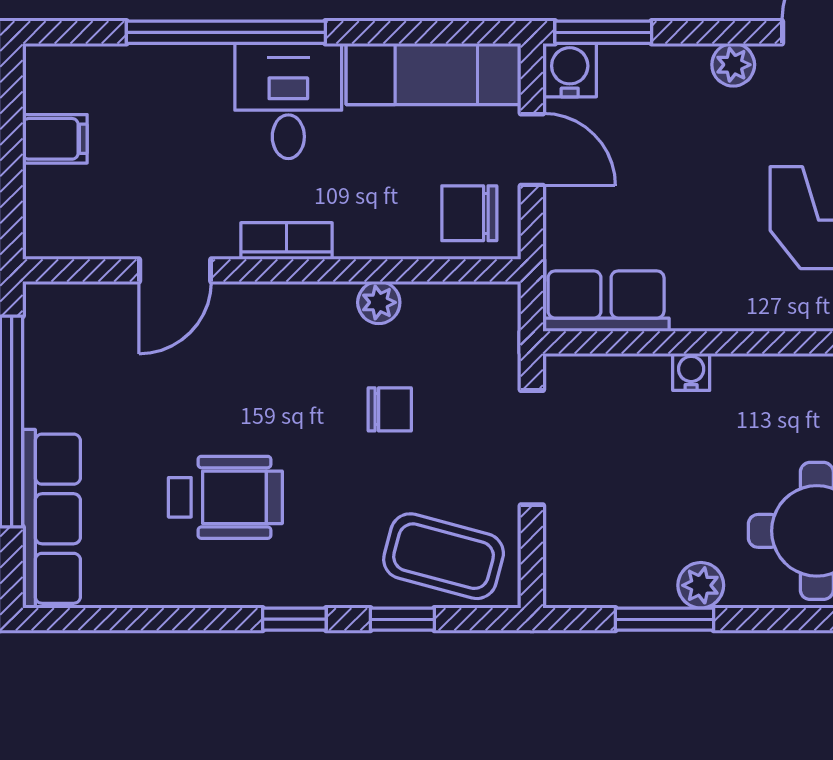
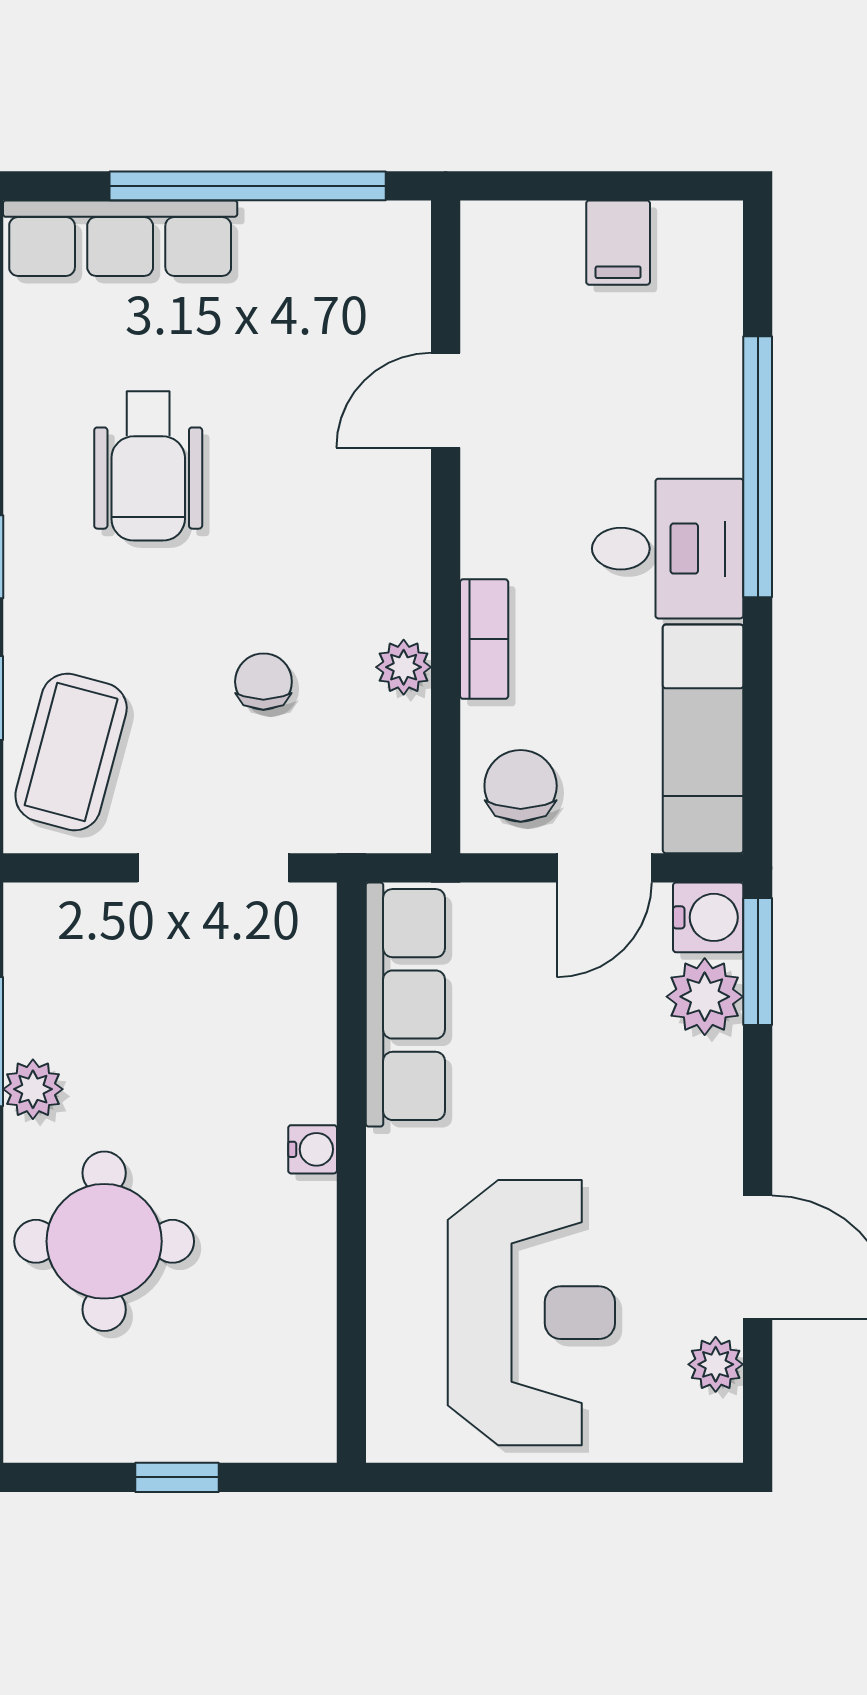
plant: (733, 65) -> (705, 997), moved, width x1.38, depth x1.38
bookcase: (286, 241) -> (484, 639), moved
door: (175, 270) -> (446, 400), hinge flipped
row of seats: (606, 301) -> (405, 1005), width x1.48
water cooler: (691, 372) -> (313, 1149), moved
chair: (390, 409) -> (263, 682), turned 180

